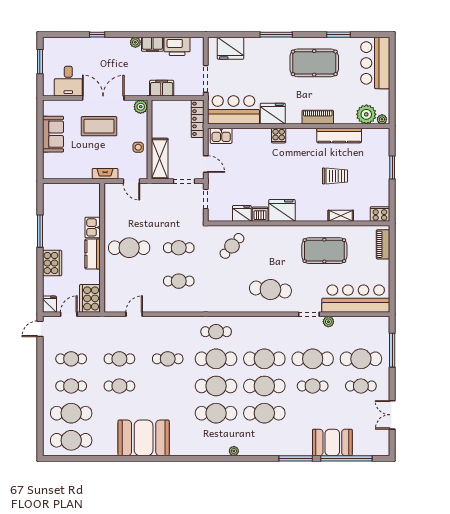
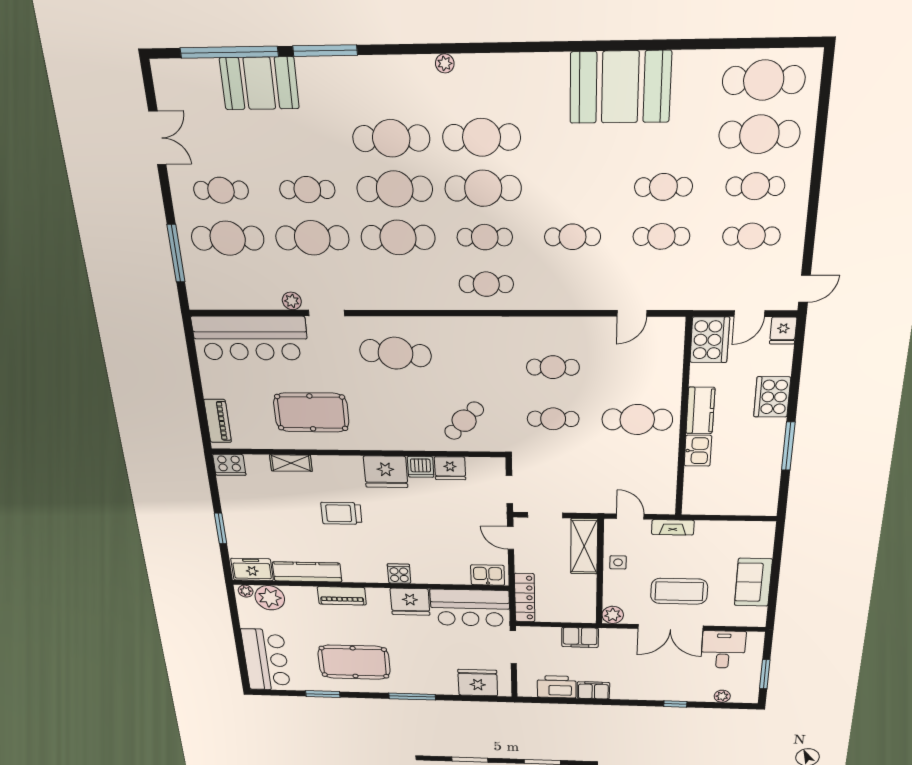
plant: (135, 42) -> (722, 696), moved
freezer: (375, 137) -> (252, 569), added
trolley: (335, 176) -> (341, 513), moved
cafe table: (216, 359) -> (485, 237), width x0.73, depth x0.74

